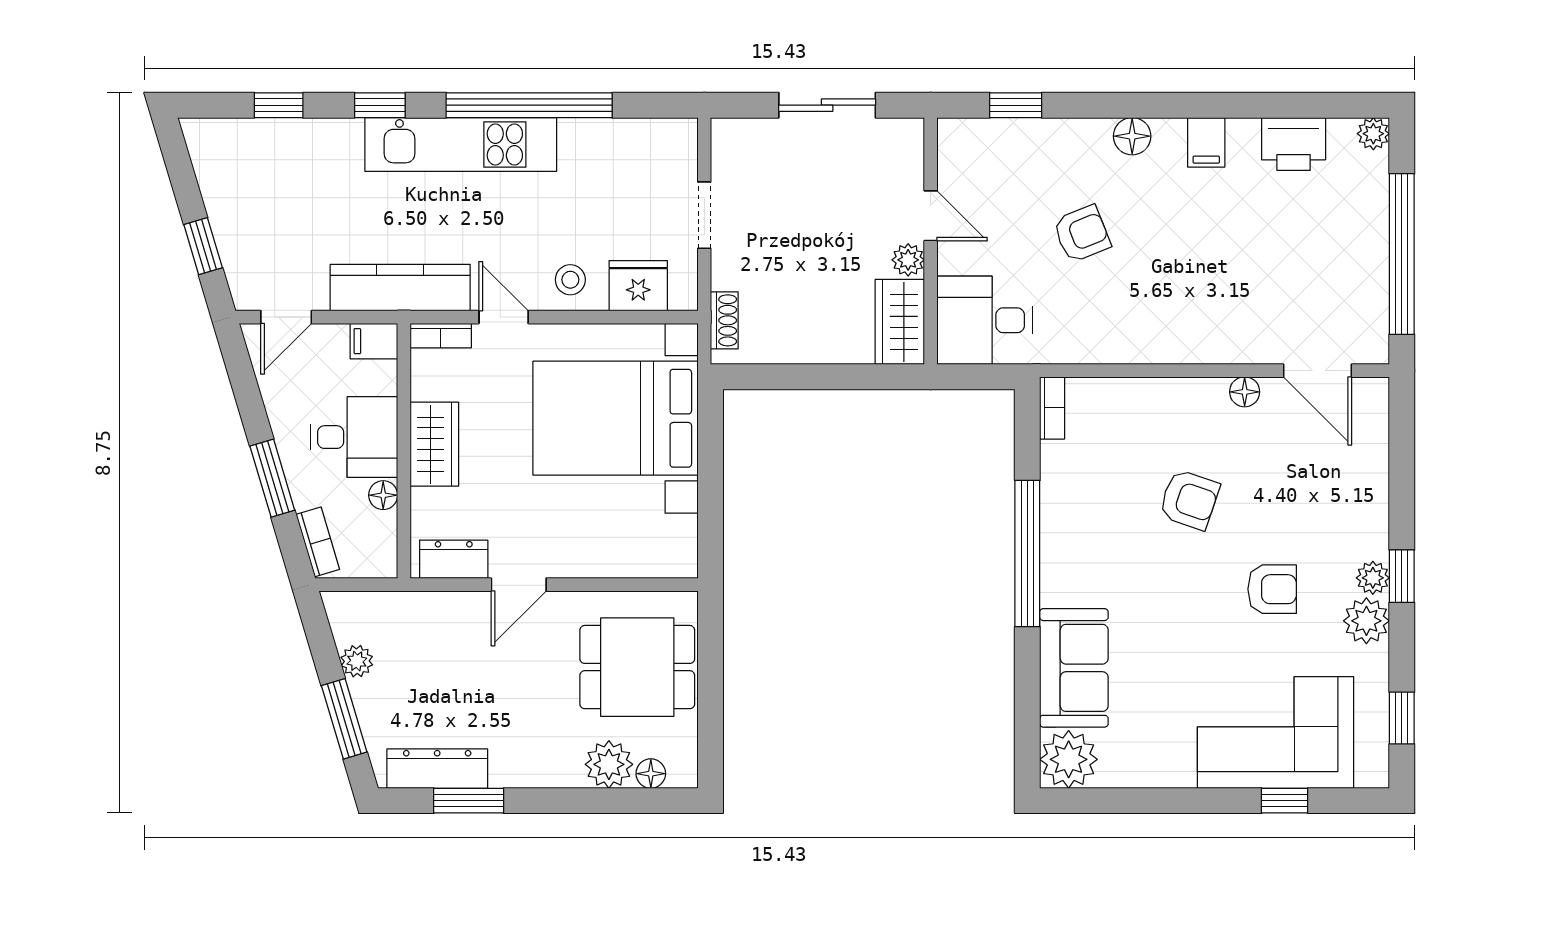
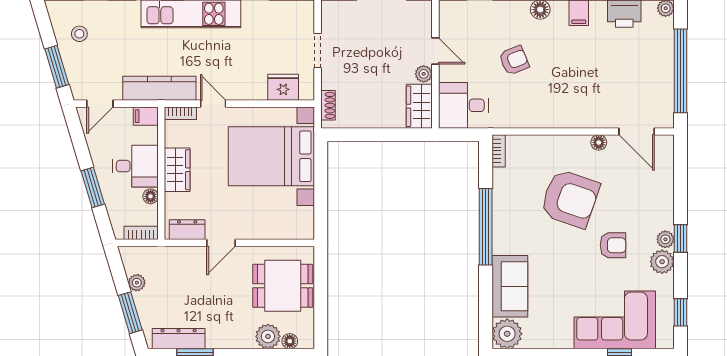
window: (203, 246) -> (57, 67), width x1.50
stool: (570, 280) -> (79, 34), moved
armchair: (1189, 500) -> (570, 199), width x1.88, depth x1.88
bookcase: (318, 542) -> (141, 233), moved, turned -73

